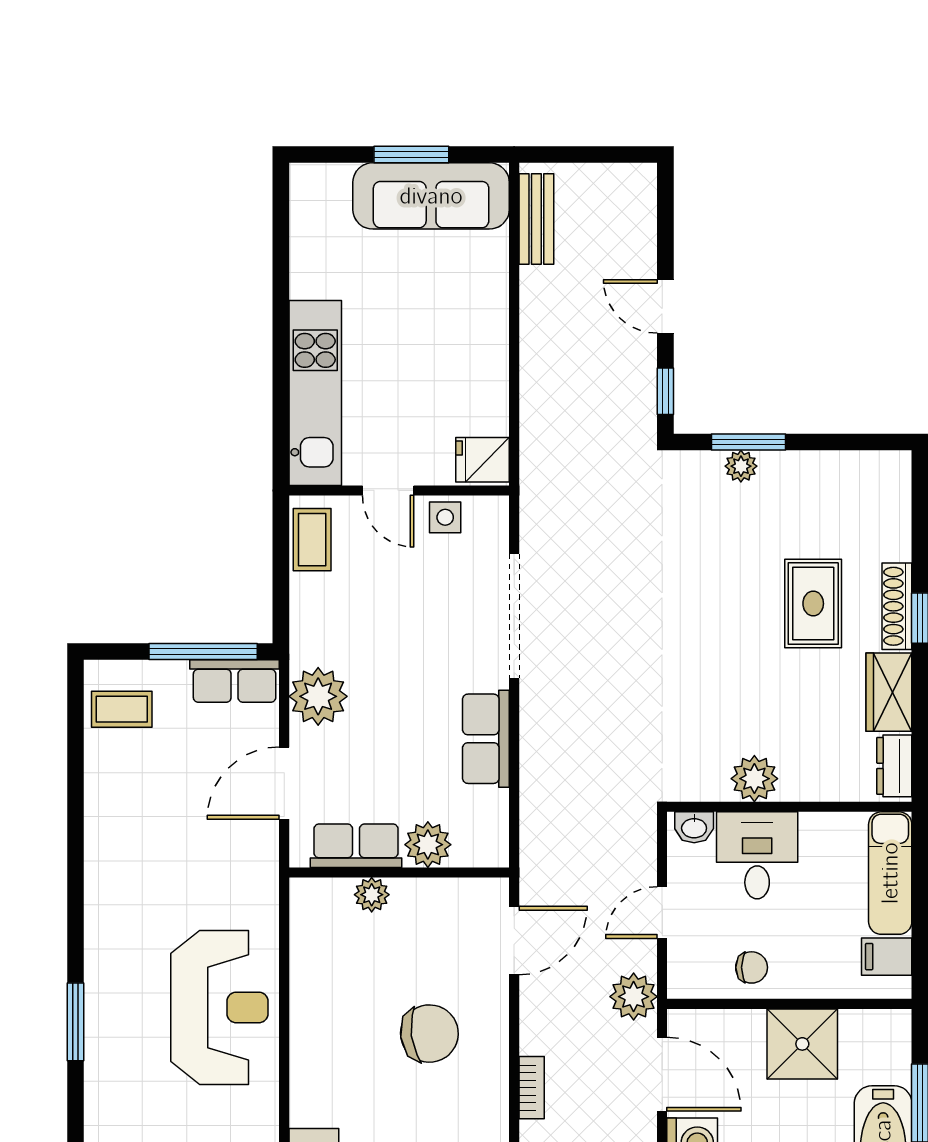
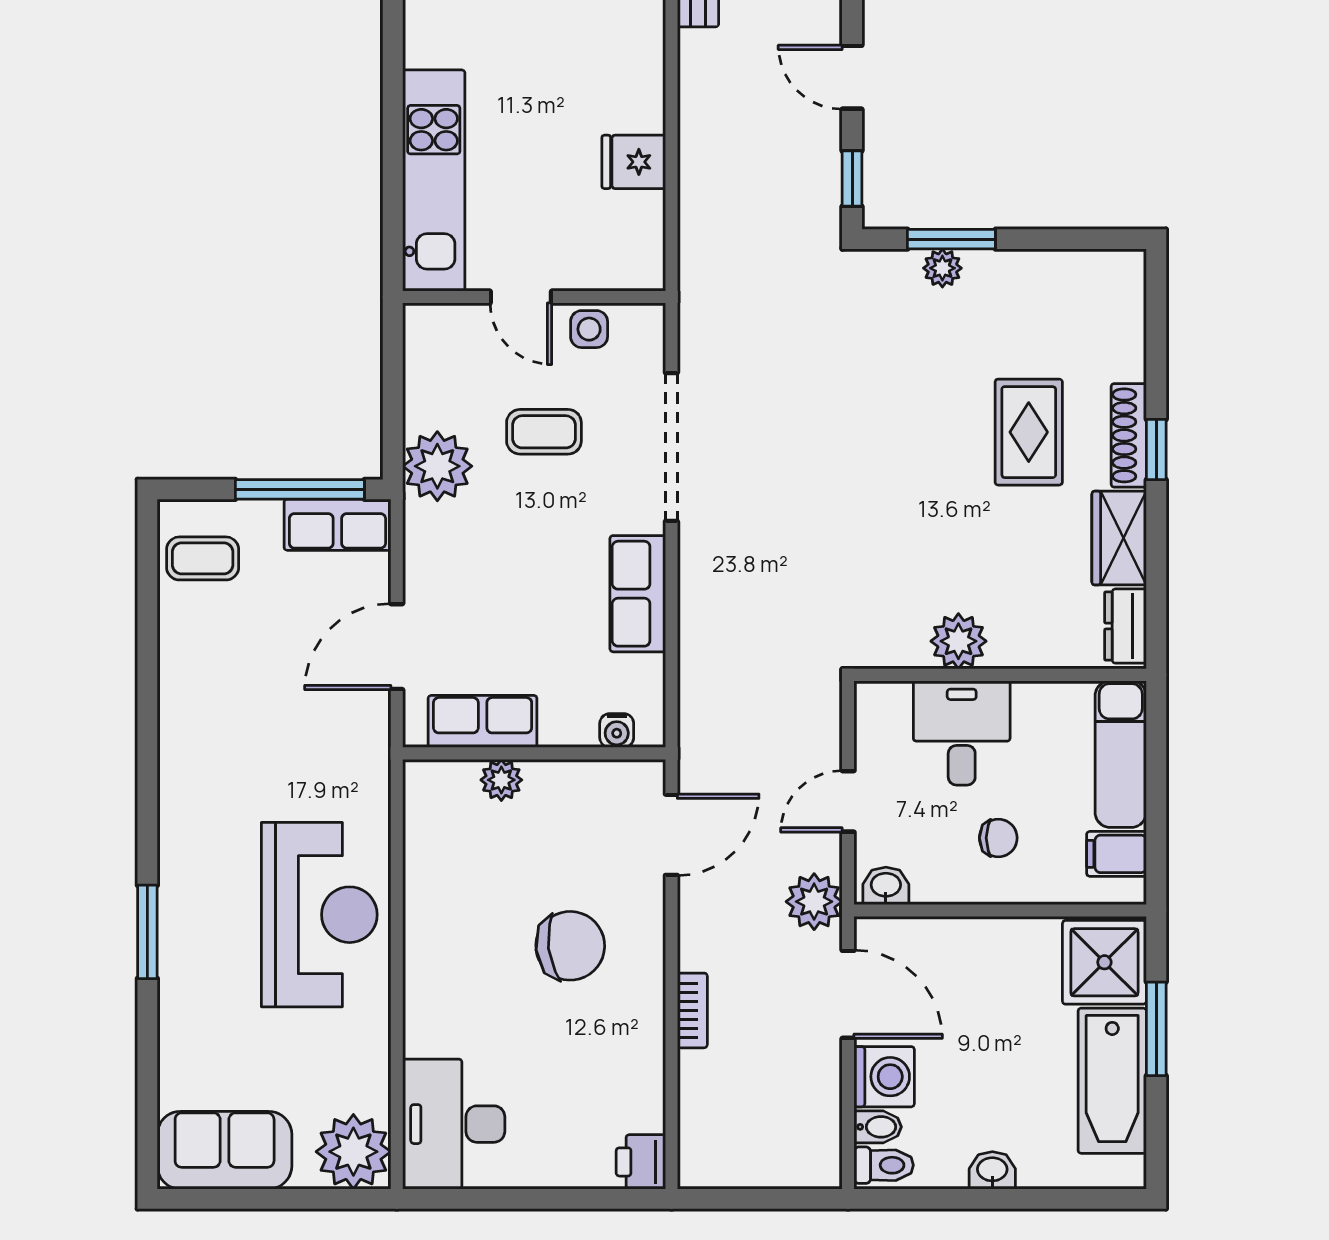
fridge: (483, 460) -> (634, 162), moved
coffee table: (312, 540) -> (544, 432), moved, turned 90
plant: (318, 696) -> (437, 466), moved
washbasin: (694, 827) -> (886, 886), moved, turned 180
plant: (428, 845) -> (568, 720), removed
water cooler: (468, 853) -> (617, 731), added
chair: (752, 967) -> (998, 838), moved
shower: (802, 1044) -> (1104, 962), moved

